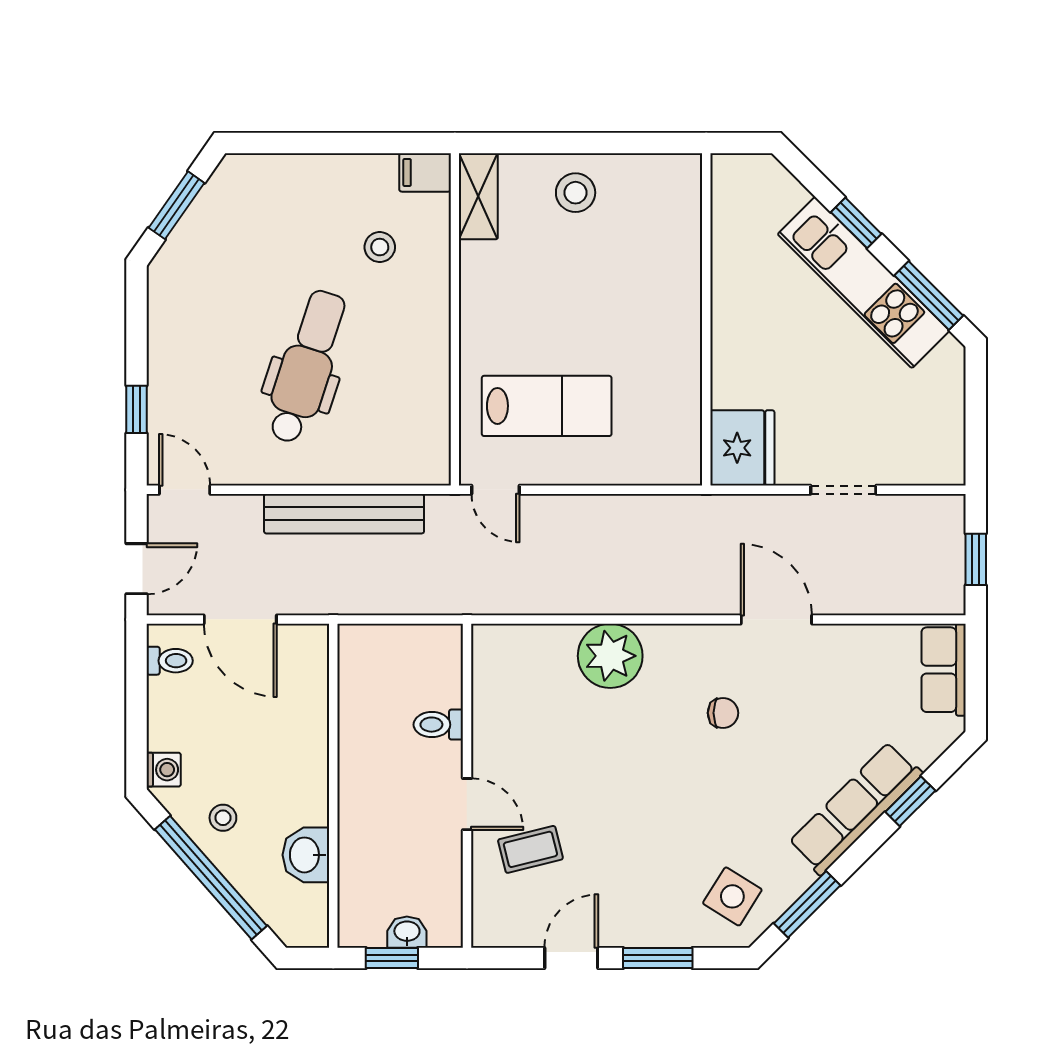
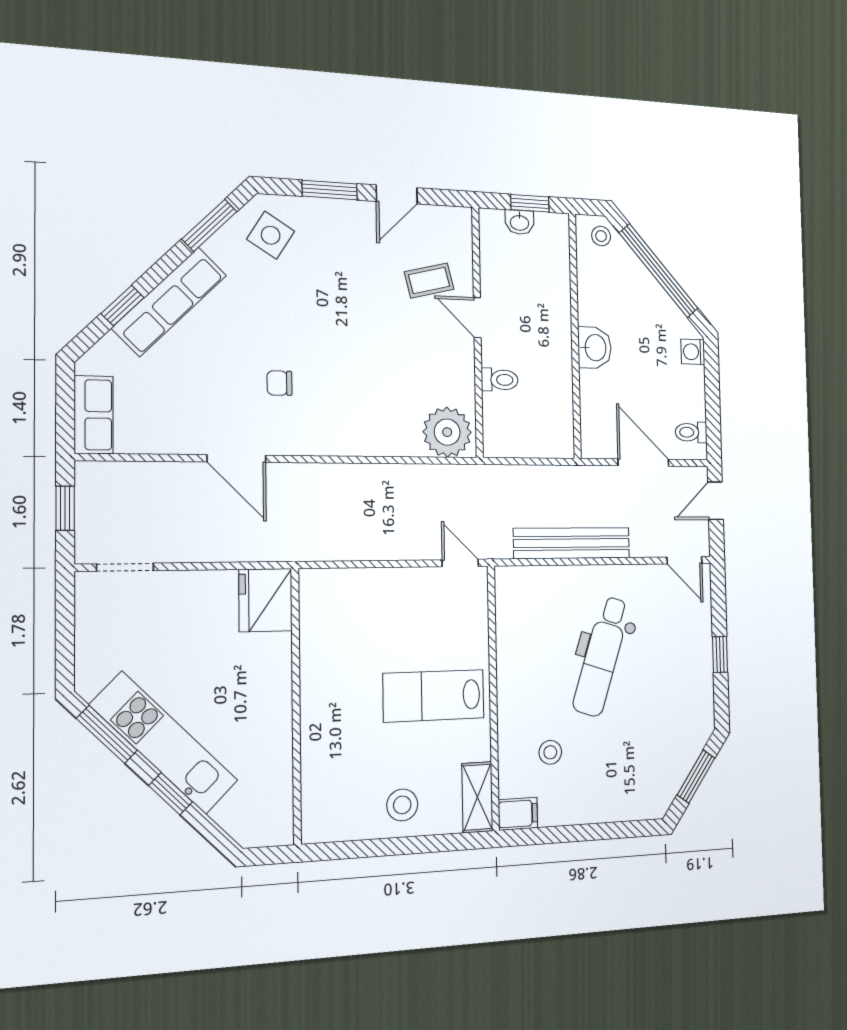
lab bench: (547, 406) -> (434, 696), moved
window: (137, 409) -> (720, 654), moved
doorway: (843, 490) -> (125, 567), moved
plant: (610, 656) -> (447, 432), moved
stool: (223, 818) -> (601, 236), moved
washbasin: (306, 855) -> (595, 348), moved

